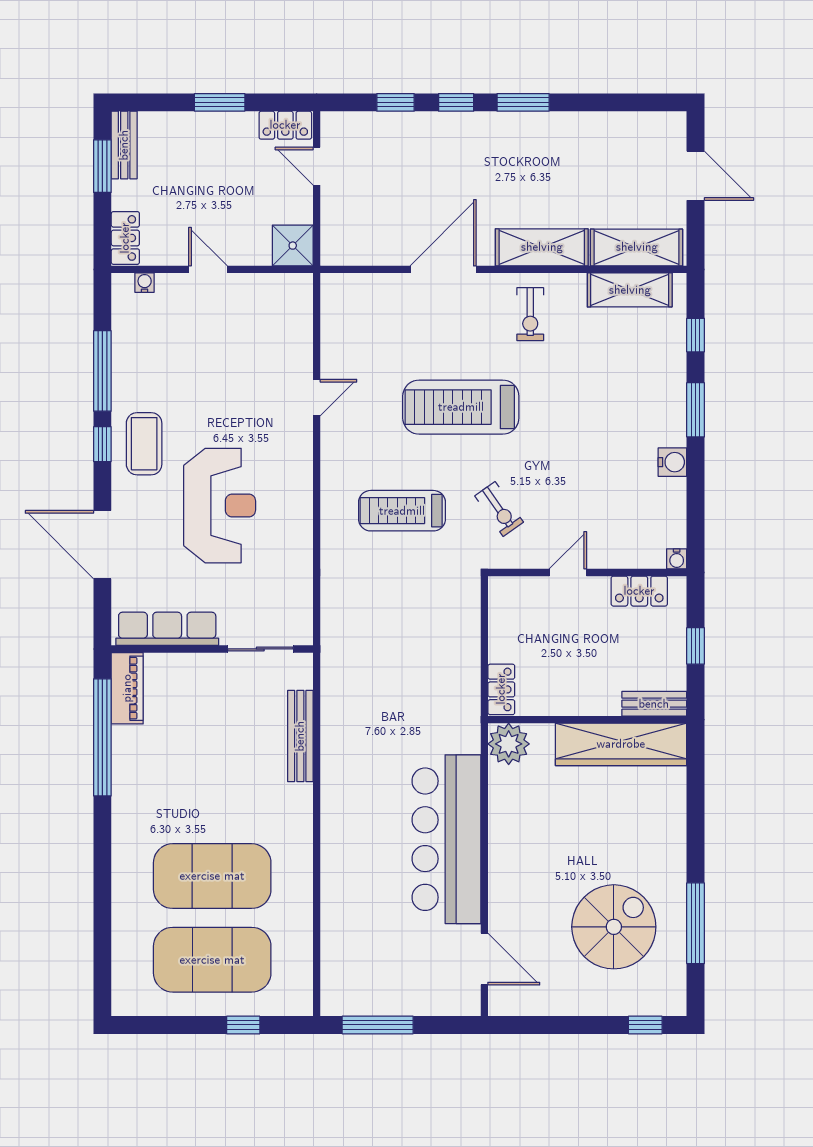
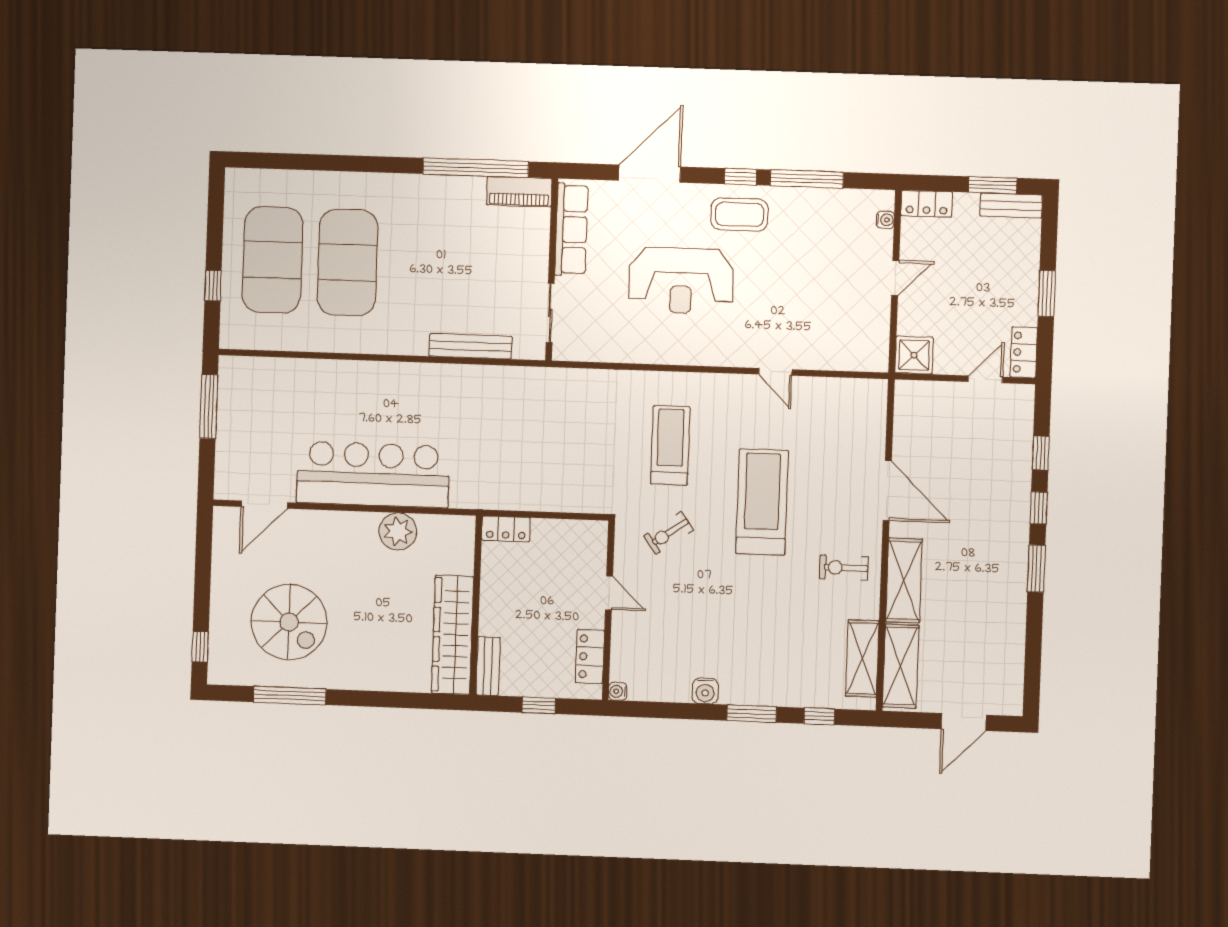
plant: (509, 744) -> (398, 531), moved

